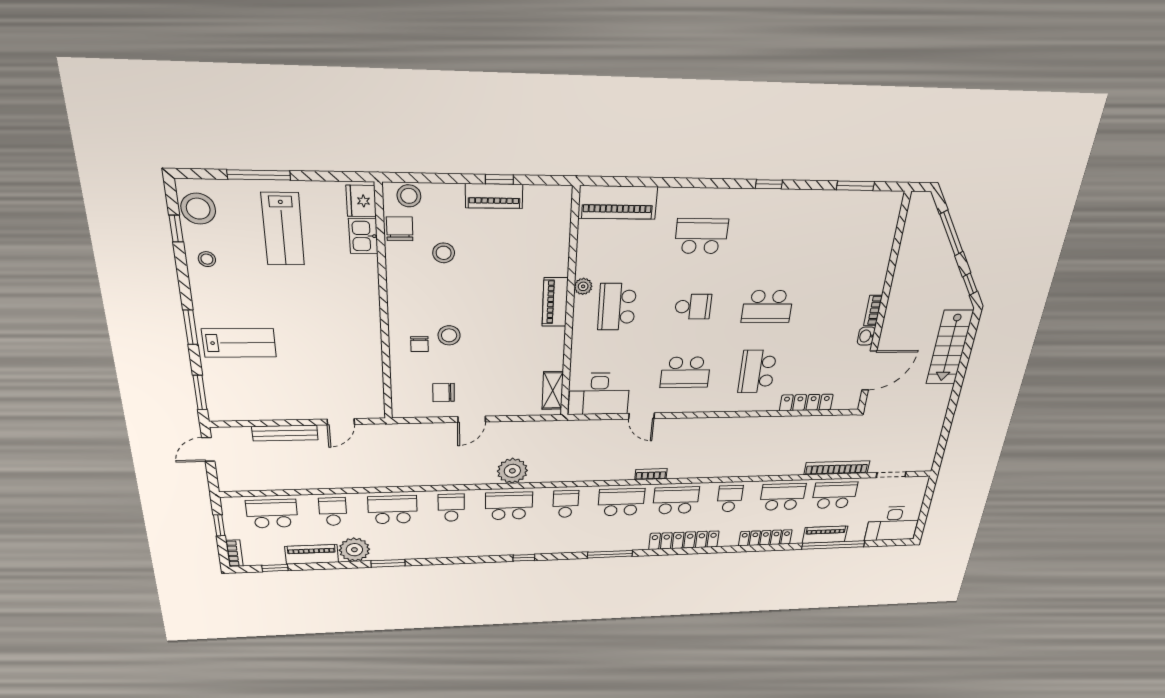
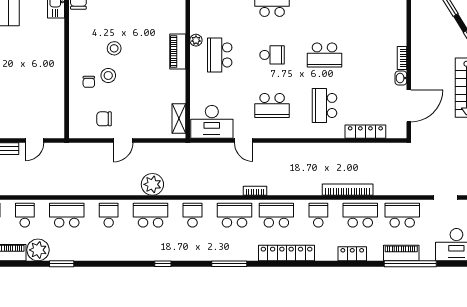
stool: (444, 253) -> (114, 48), moved
bookcase: (837, 468) -> (348, 190), moved
locker: (765, 538) -> (352, 254), width x0.66

